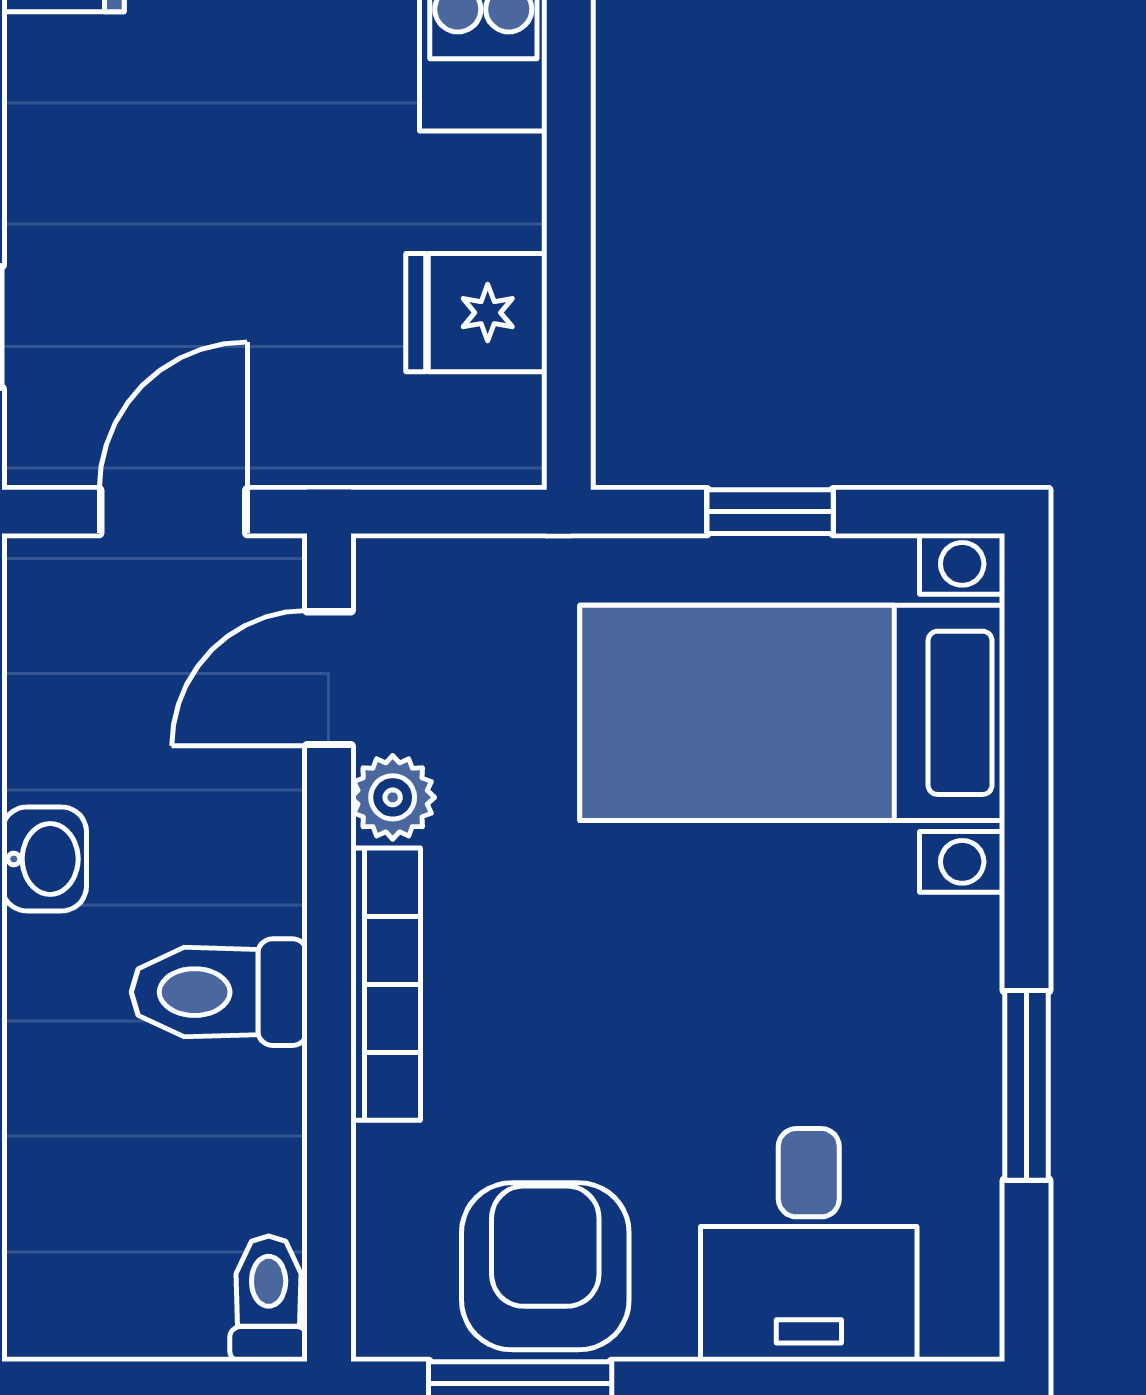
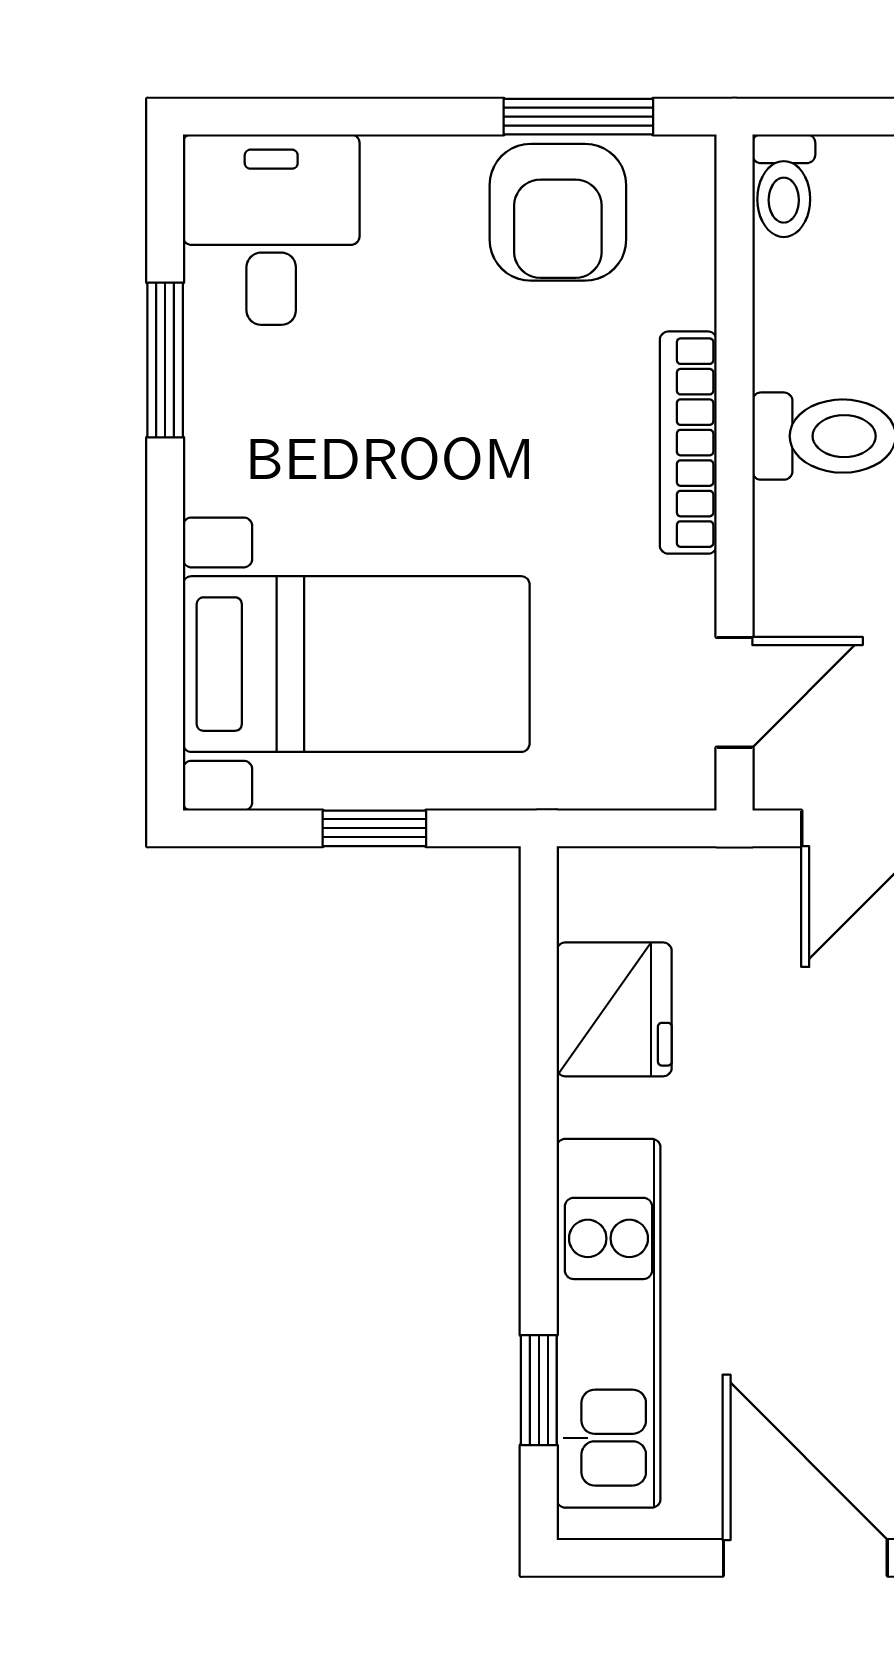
fridge: (476, 313) -> (614, 1009), width x1.38
plant: (393, 797) -> (682, 595), removed
desk: (809, 1245) -> (271, 230), moved

